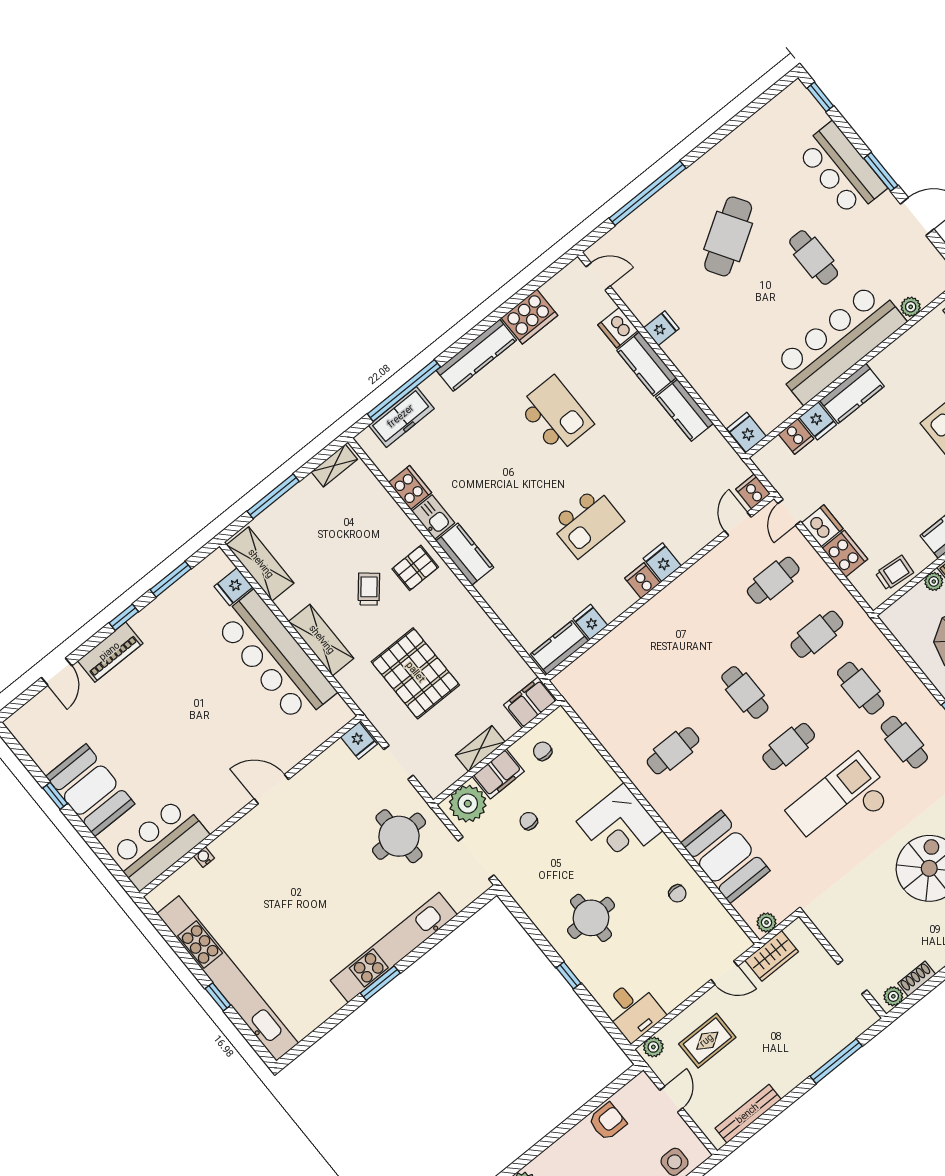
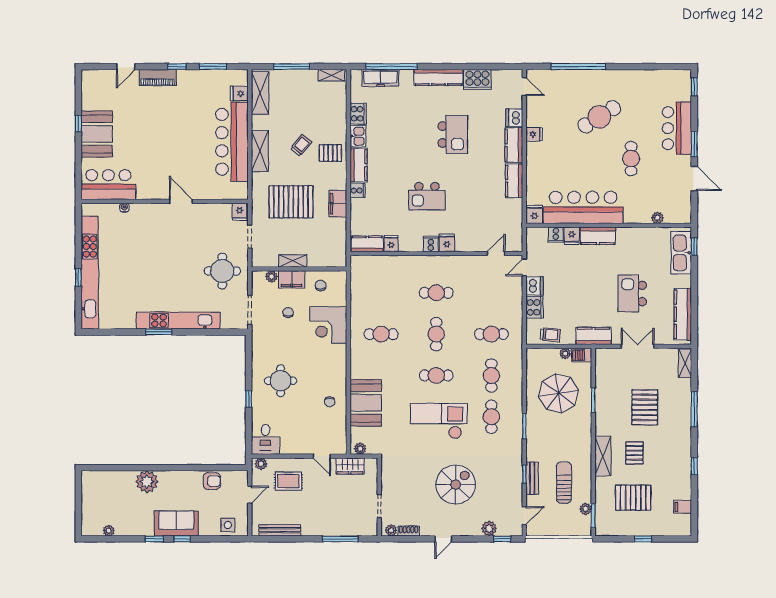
bar counter: (839, 343) -> (583, 207), moved
cooker: (753, 491) -> (358, 190), moved, turned 90
cafe table: (773, 580) -> (436, 293), moved
pallet: (415, 673) -> (291, 202), turned 90
filing cabinet: (530, 702) -> (338, 204), moved, turned -90
plant: (468, 804) -> (272, 277), width x0.53, depth x0.53
corner desk: (619, 826) -> (328, 325), moved

